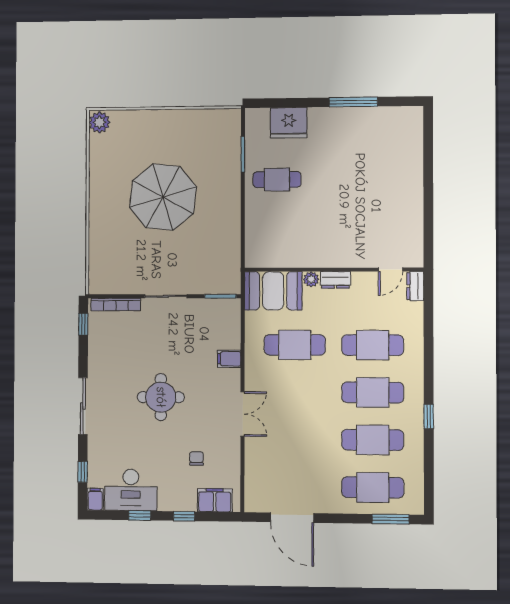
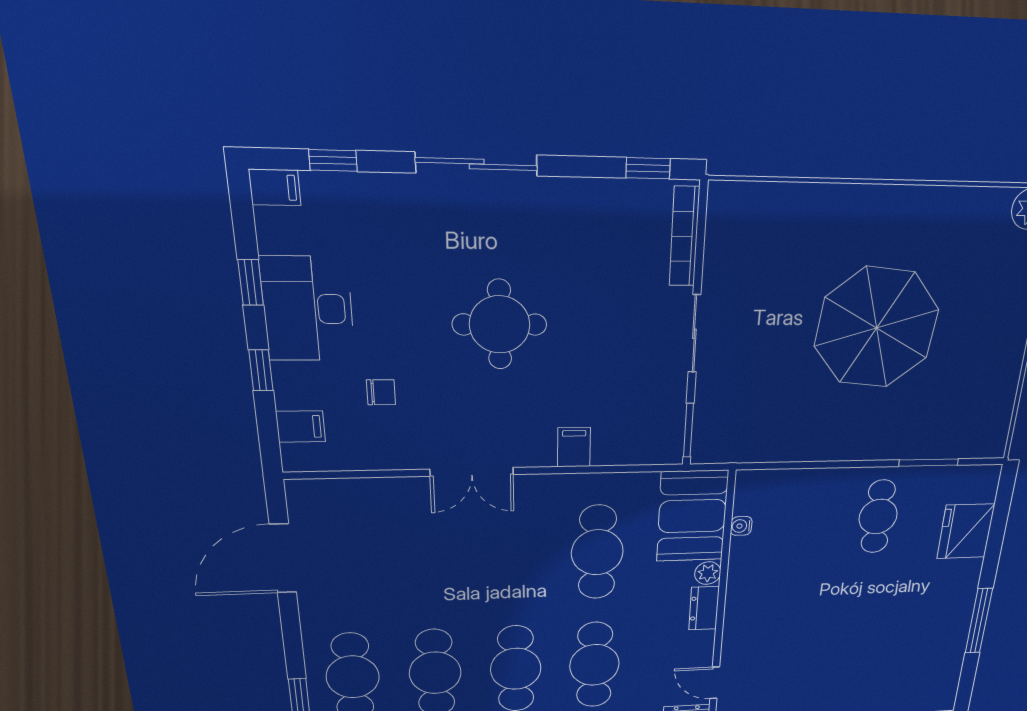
water cooler: (280, 262) -> (741, 526), added
desk: (131, 490) -> (308, 309), moved
filing cabinet: (215, 500) -> (301, 427), width x0.50

